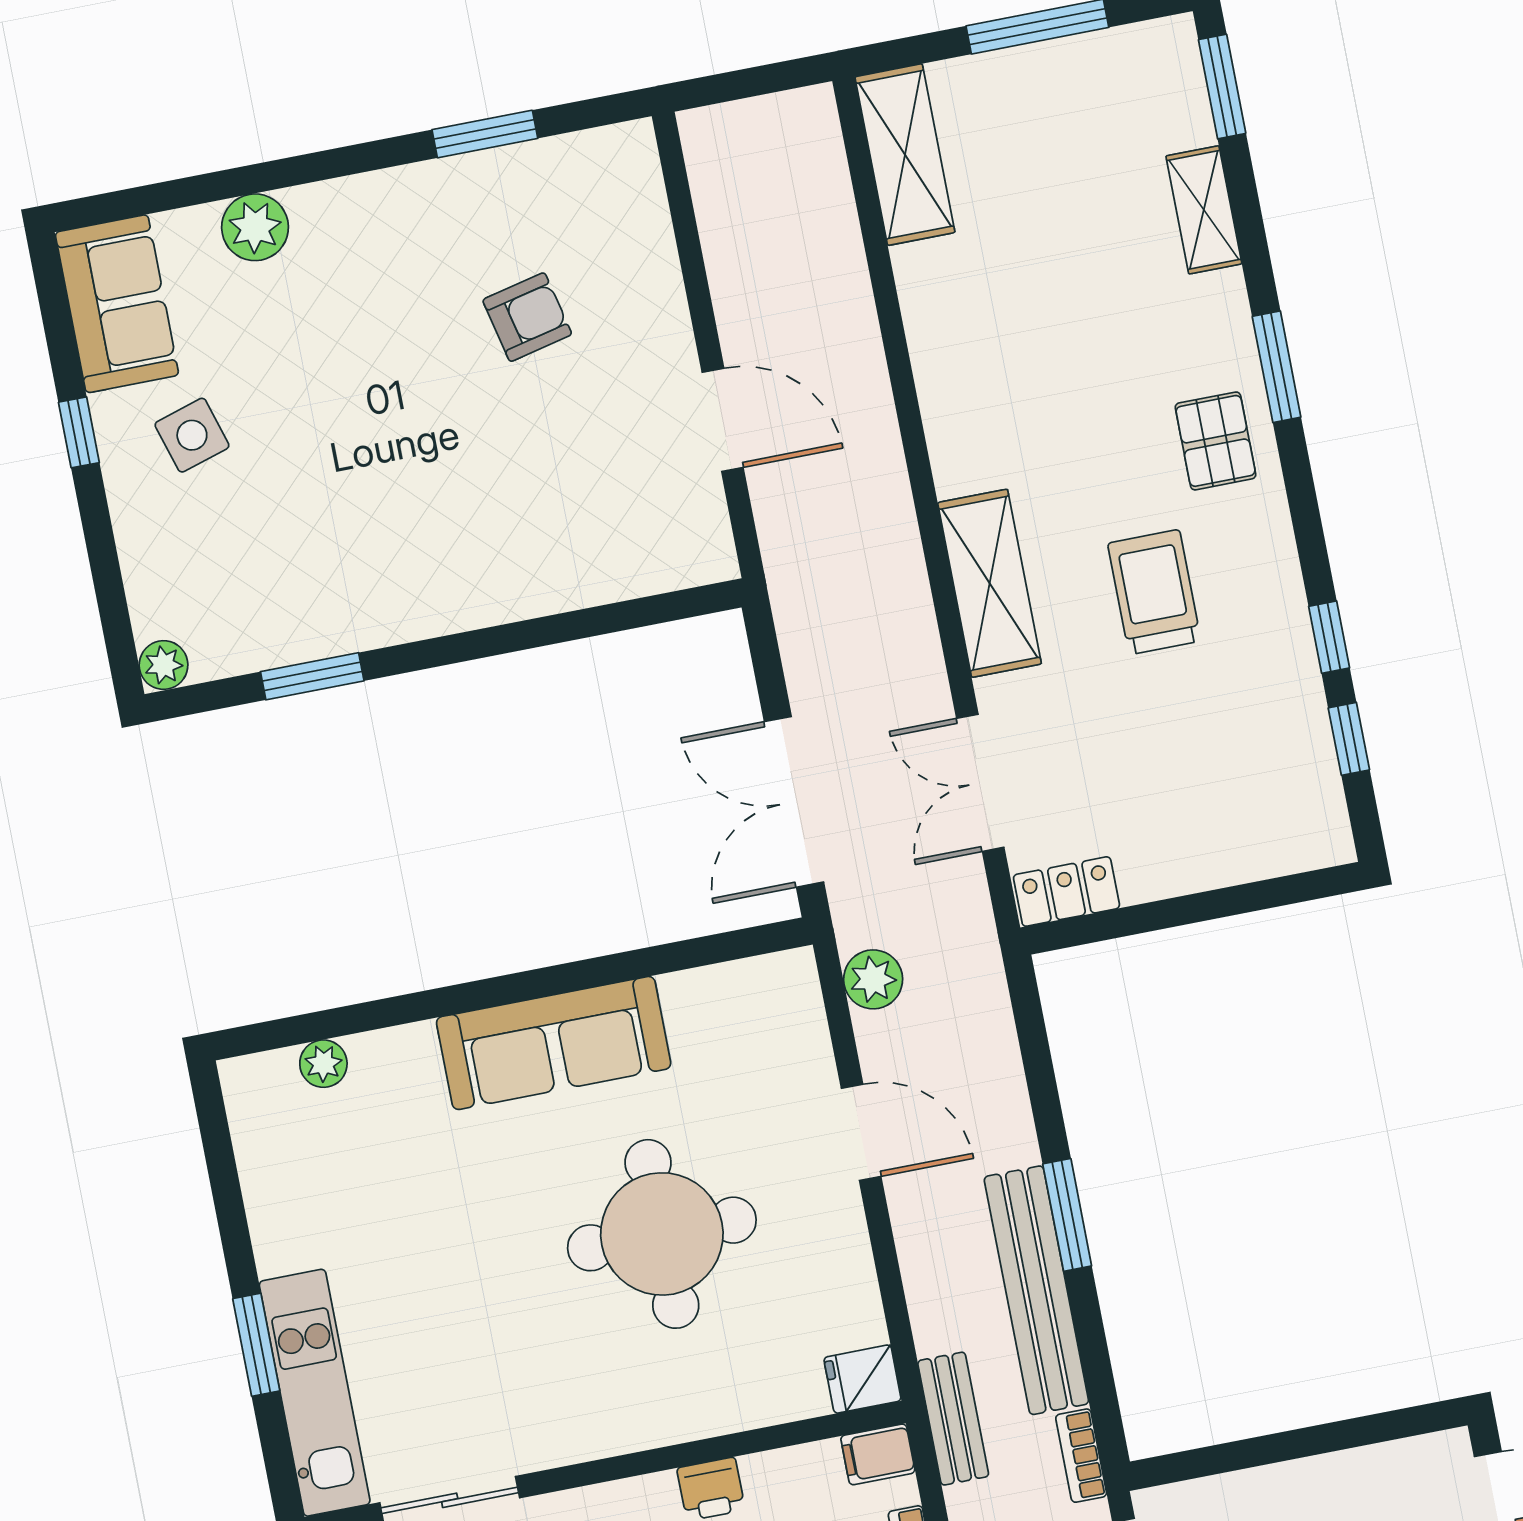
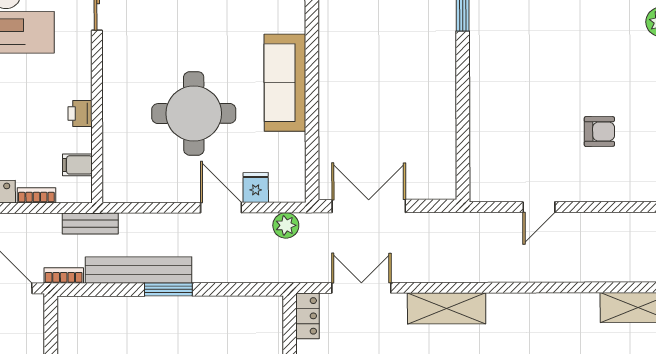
armchair: (527, 317) -> (599, 132), turned -77
door: (723, 420) -> (539, 207), width x0.73
door: (861, 1132) -> (221, 208), swing flipped
fridge: (862, 1379) -> (256, 188), moved
filing cabinet: (878, 1454) -> (77, 165), moved, turned -90

